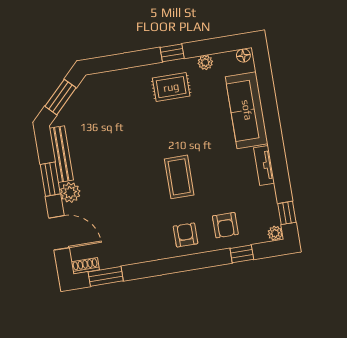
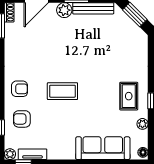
tv unit: (264, 165) -> (32, 154), moved

